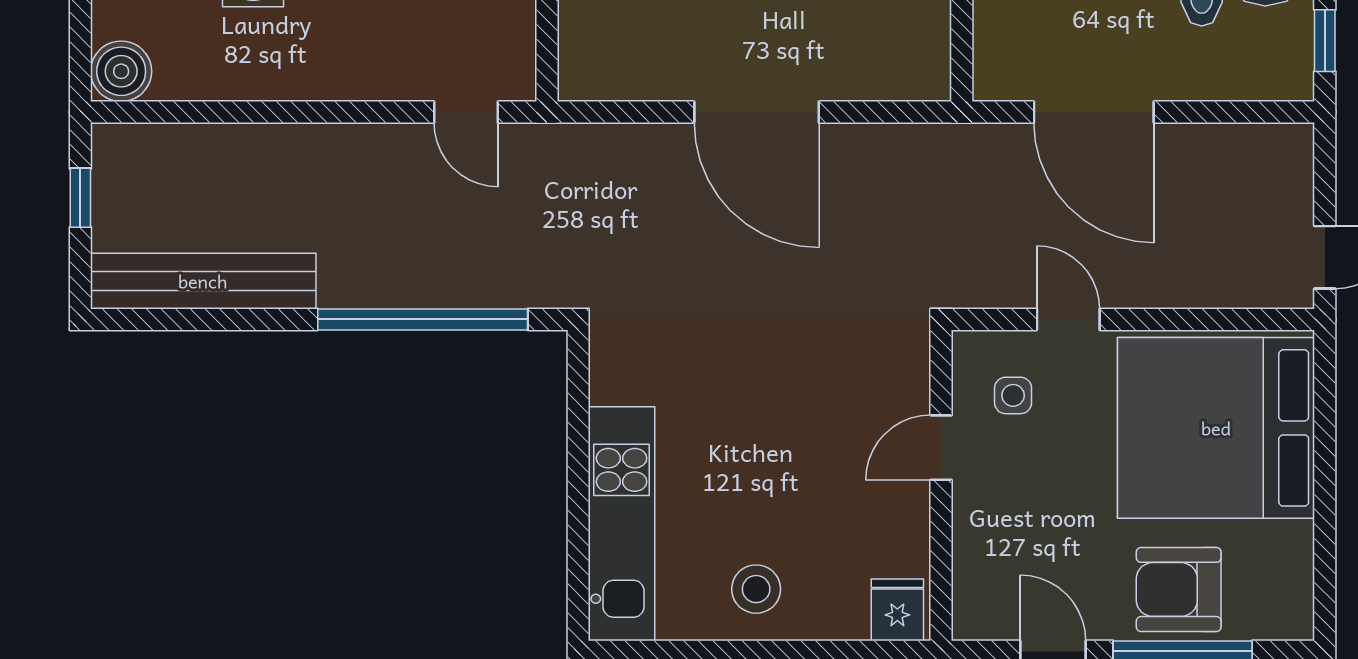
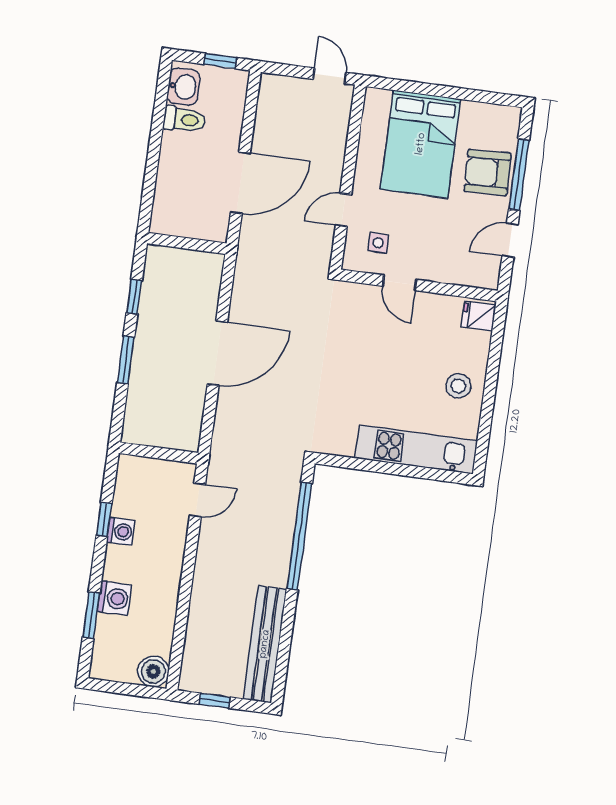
bed: (1216, 428) -> (421, 144), width x0.73
armchair: (1179, 589) -> (487, 172), turned 88

